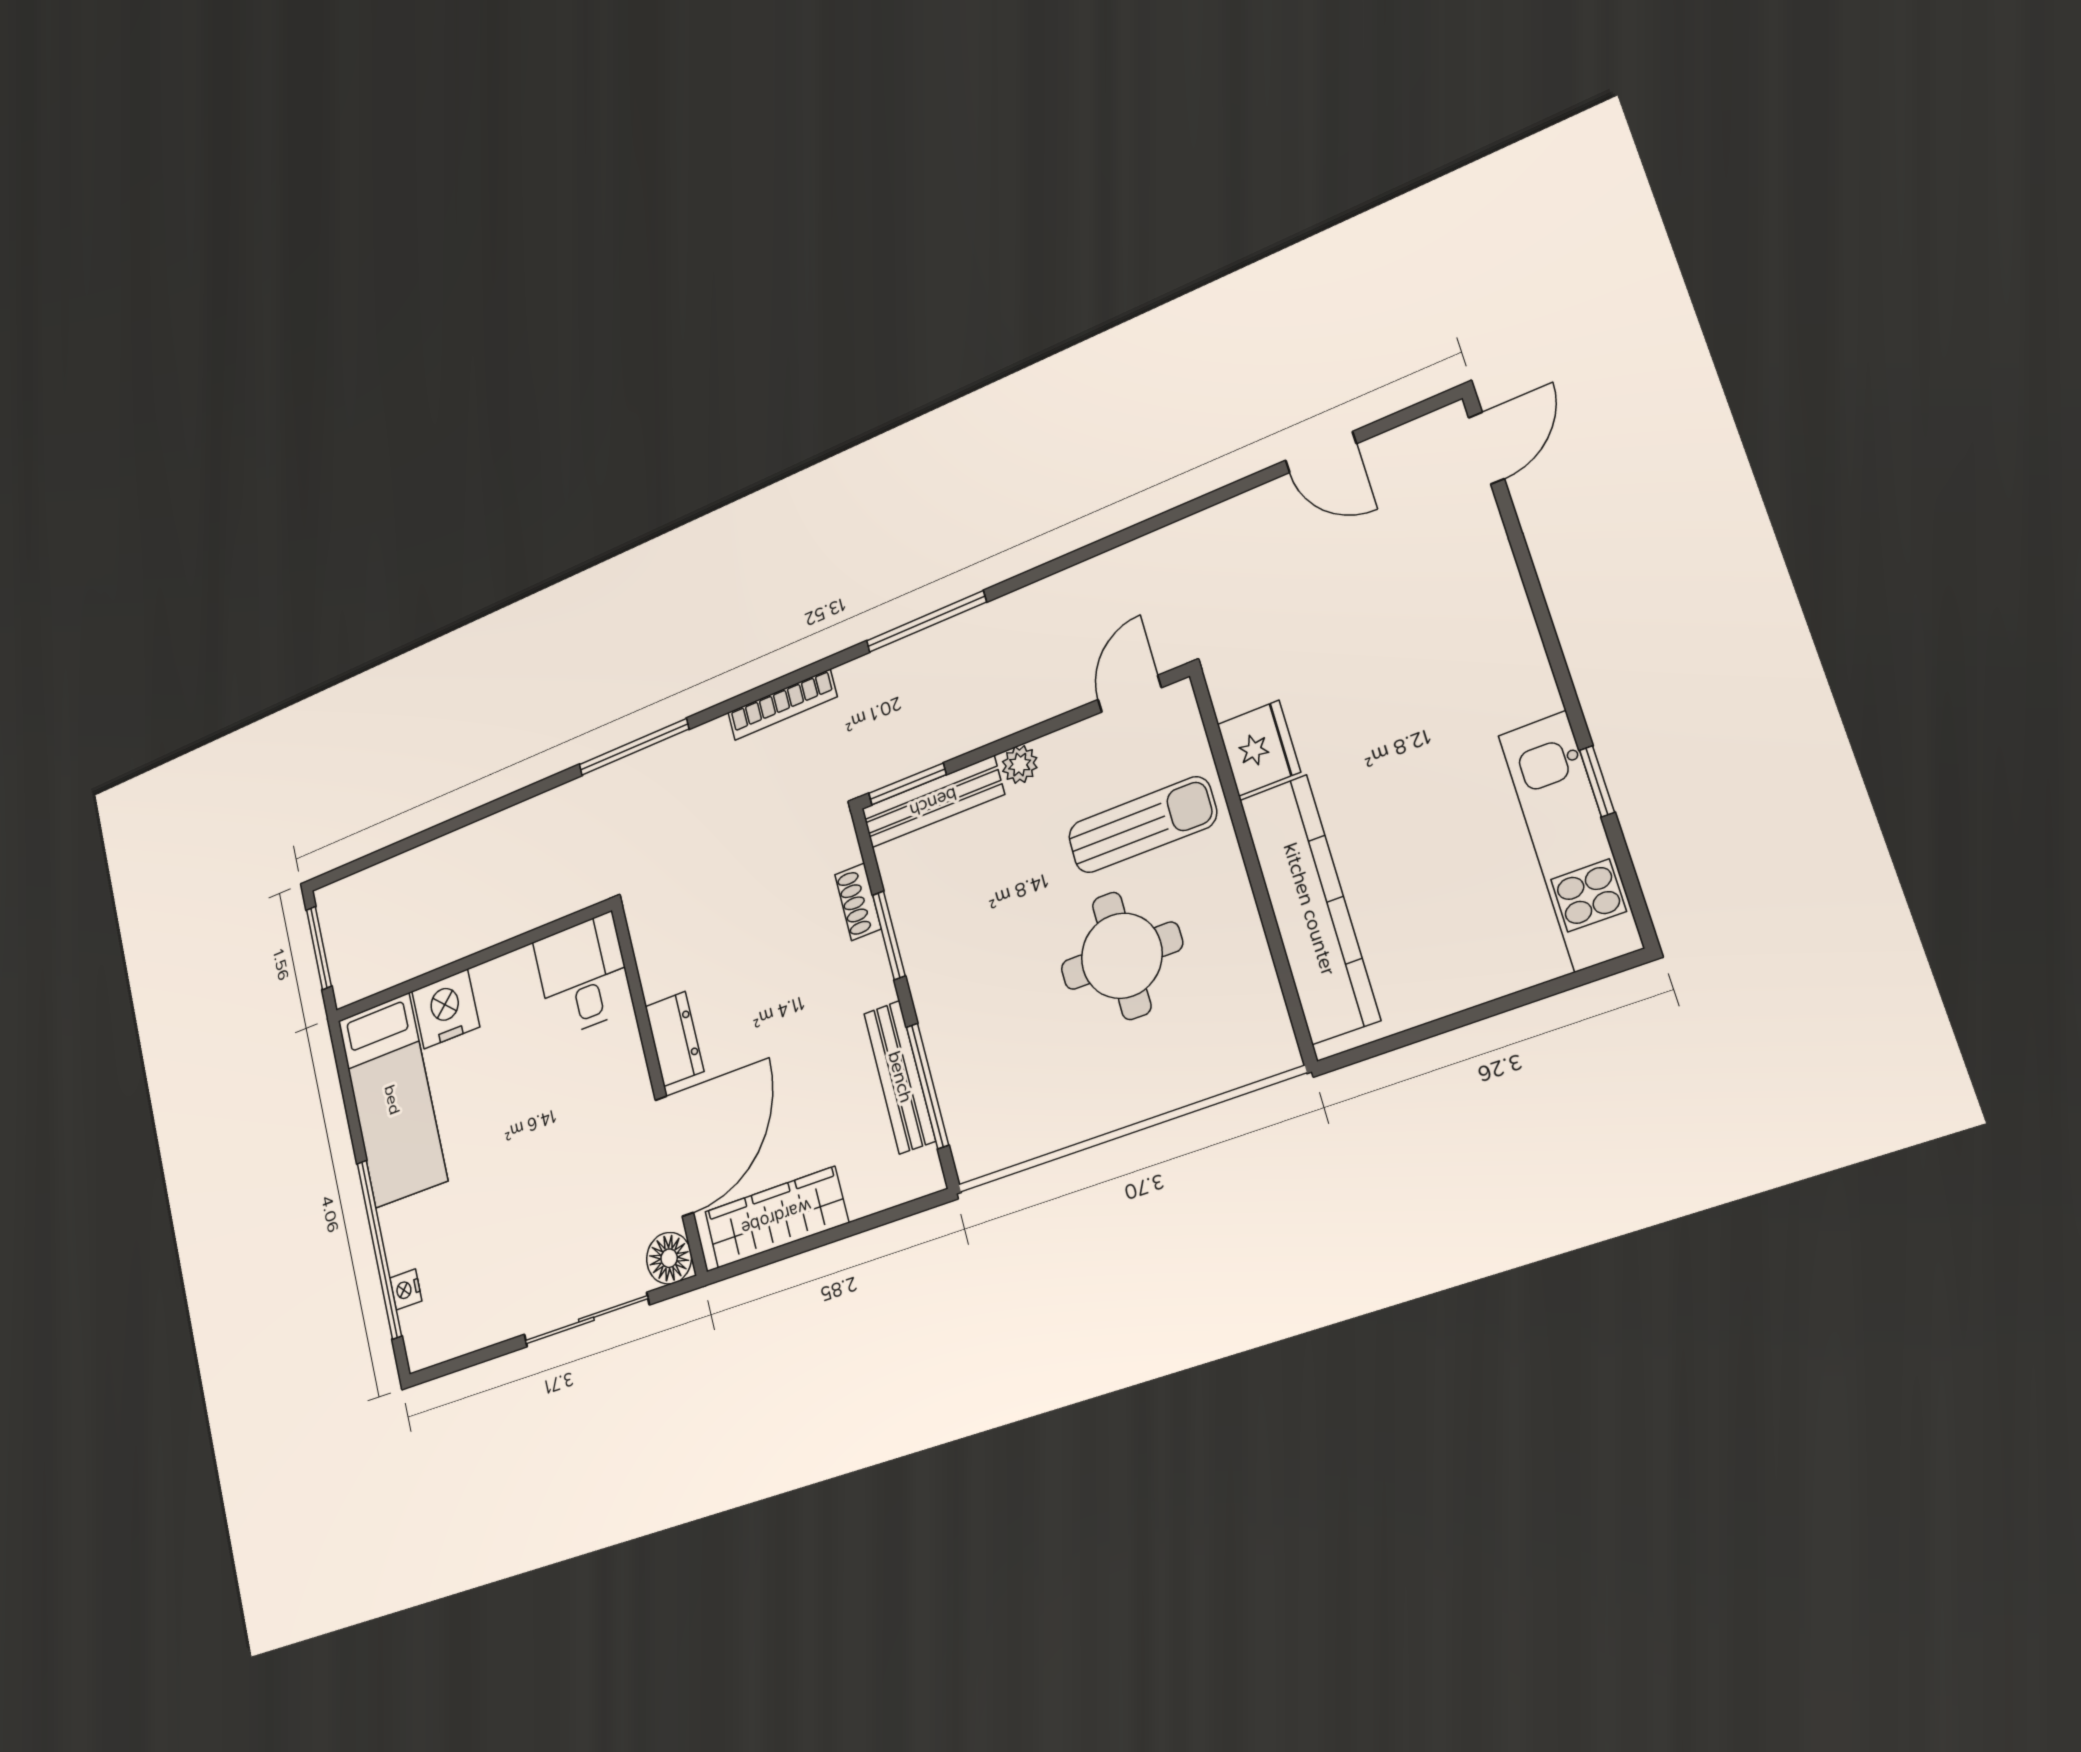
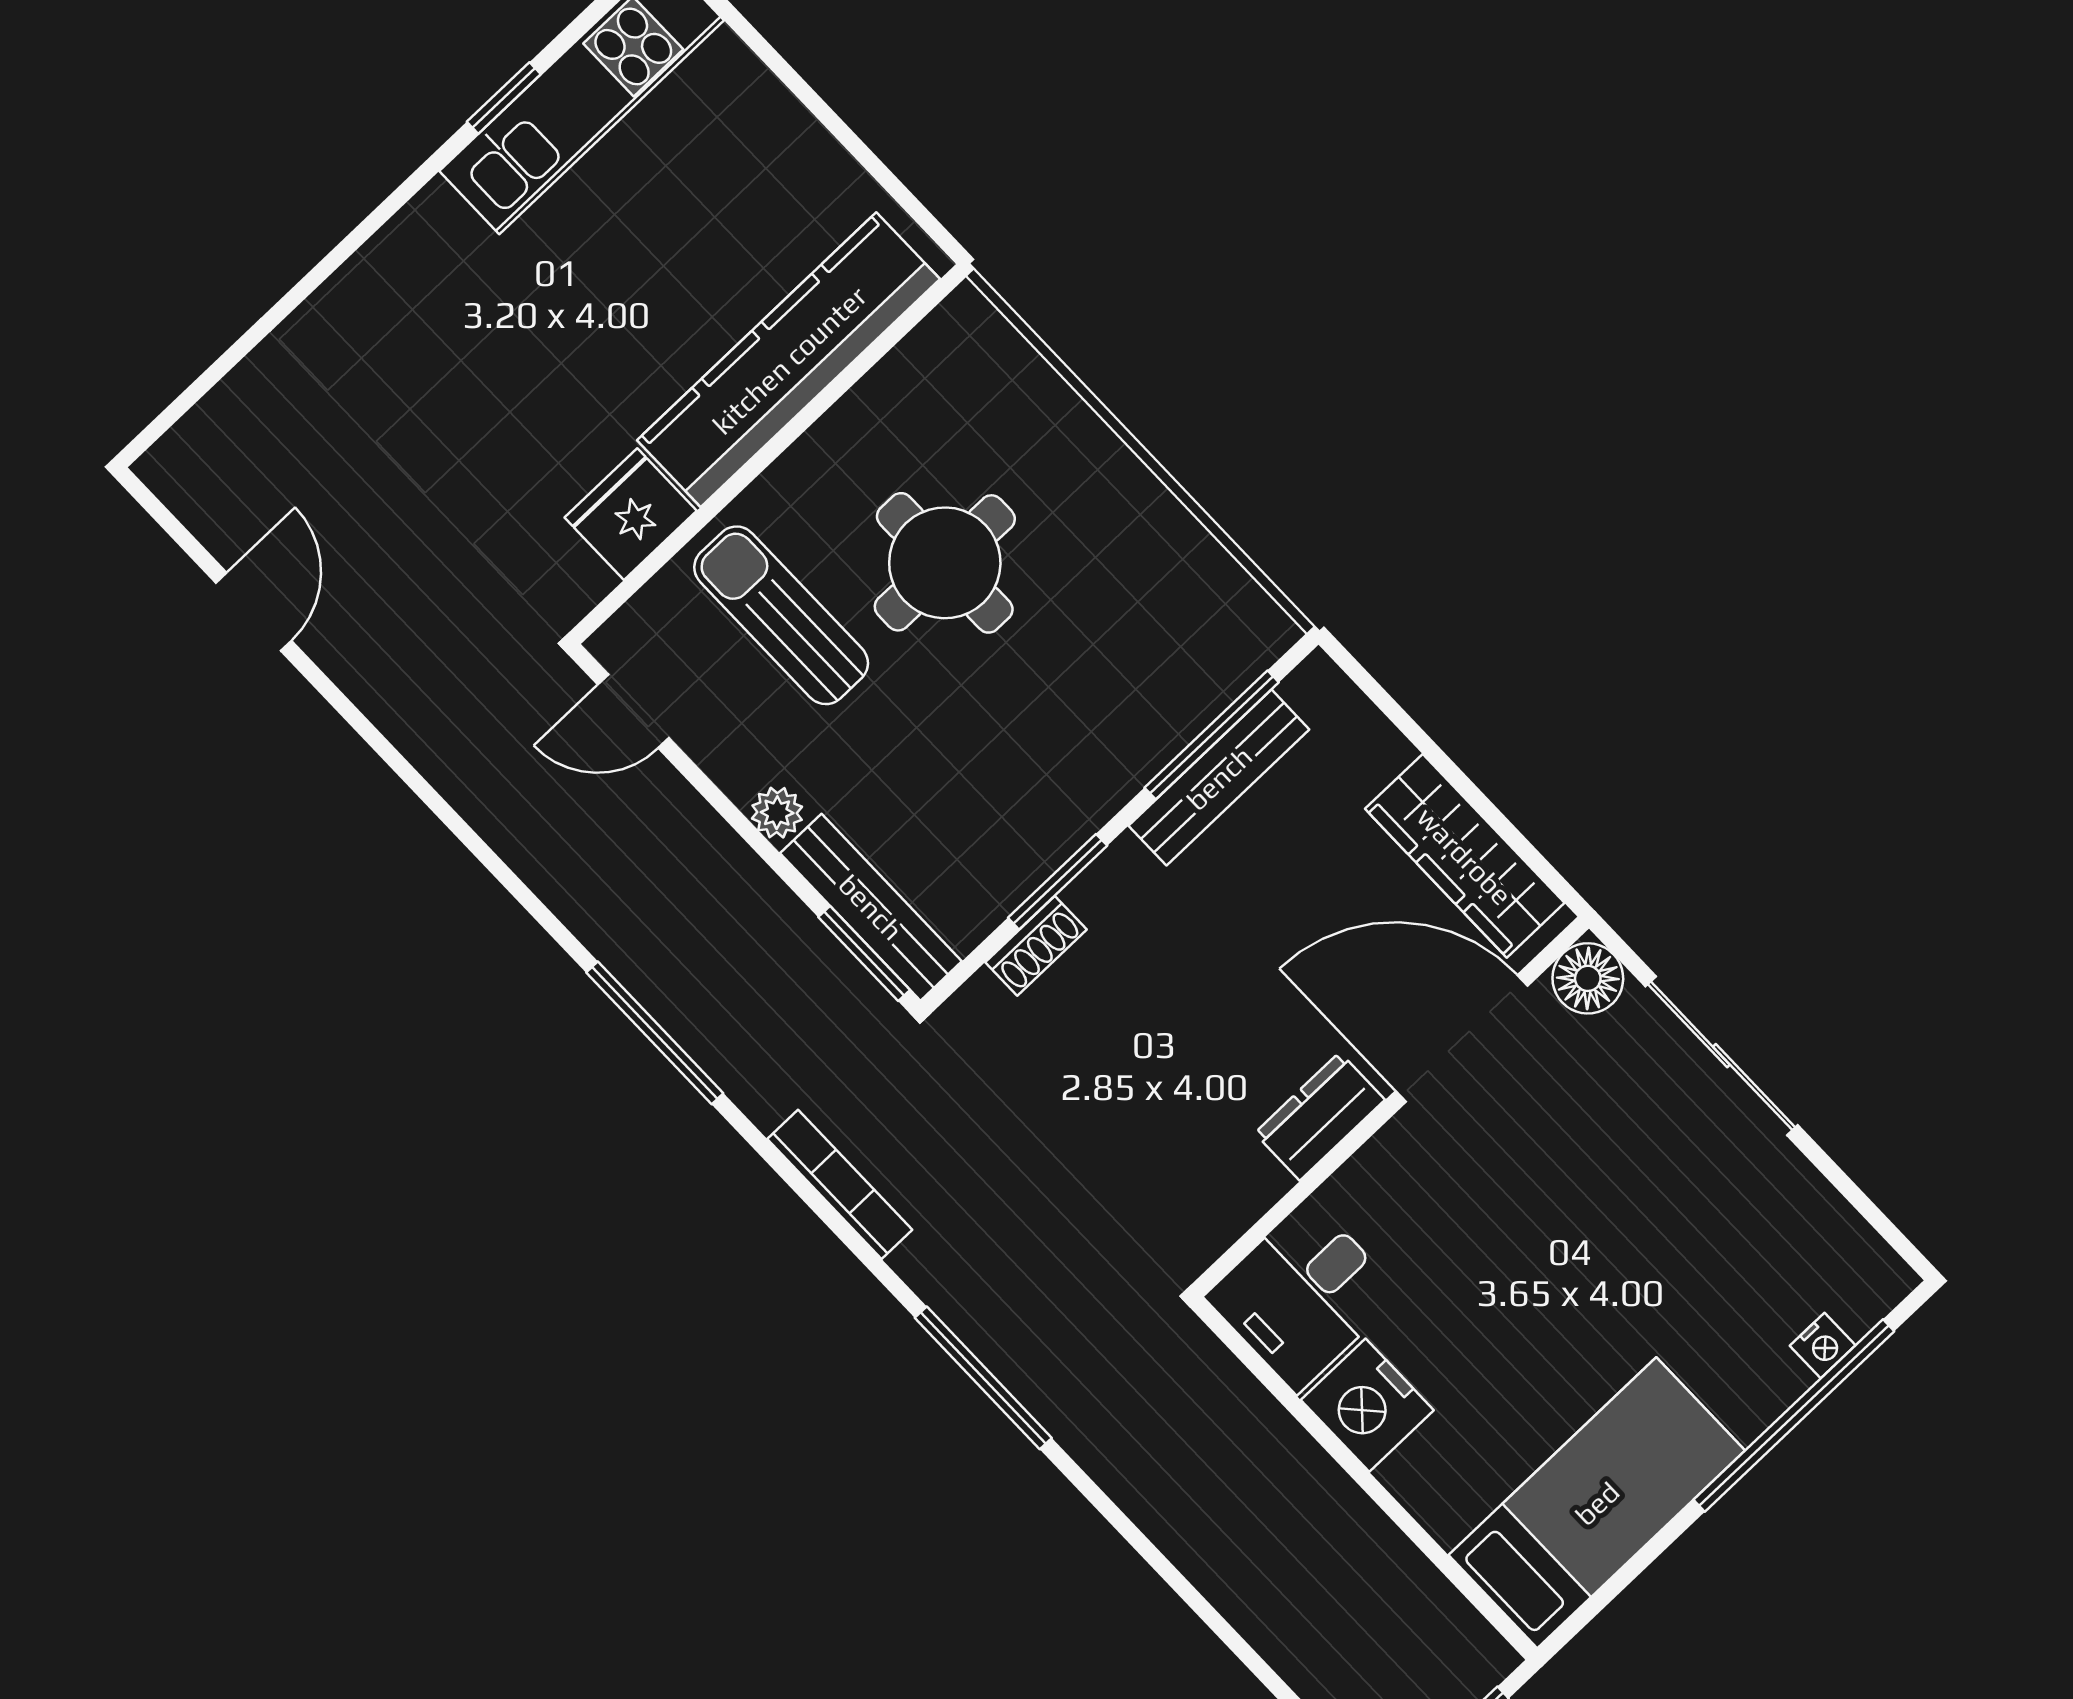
door: (1486, 448) -> (176, 410), removed
nightstand: (446, 1009) -> (1367, 1405), moved

